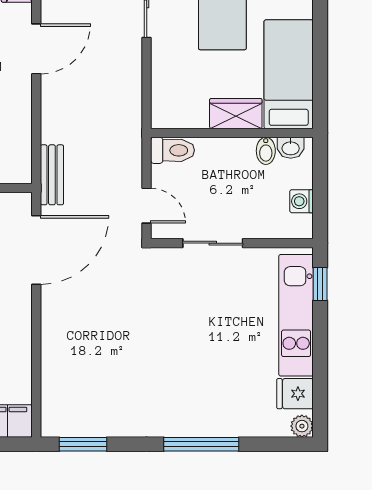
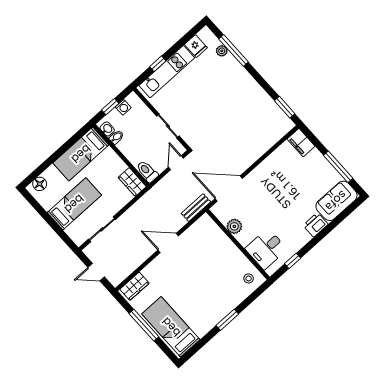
door: (36, 49) -> (168, 243), moved
wardrobe: (236, 114) -> (132, 182), moved
window: (320, 183) -> (110, 107), added
window: (320, 284) -> (158, 64), moved
plant: (302, 426) -> (222, 51), moved
window: (201, 444) -> (234, 50), moved

